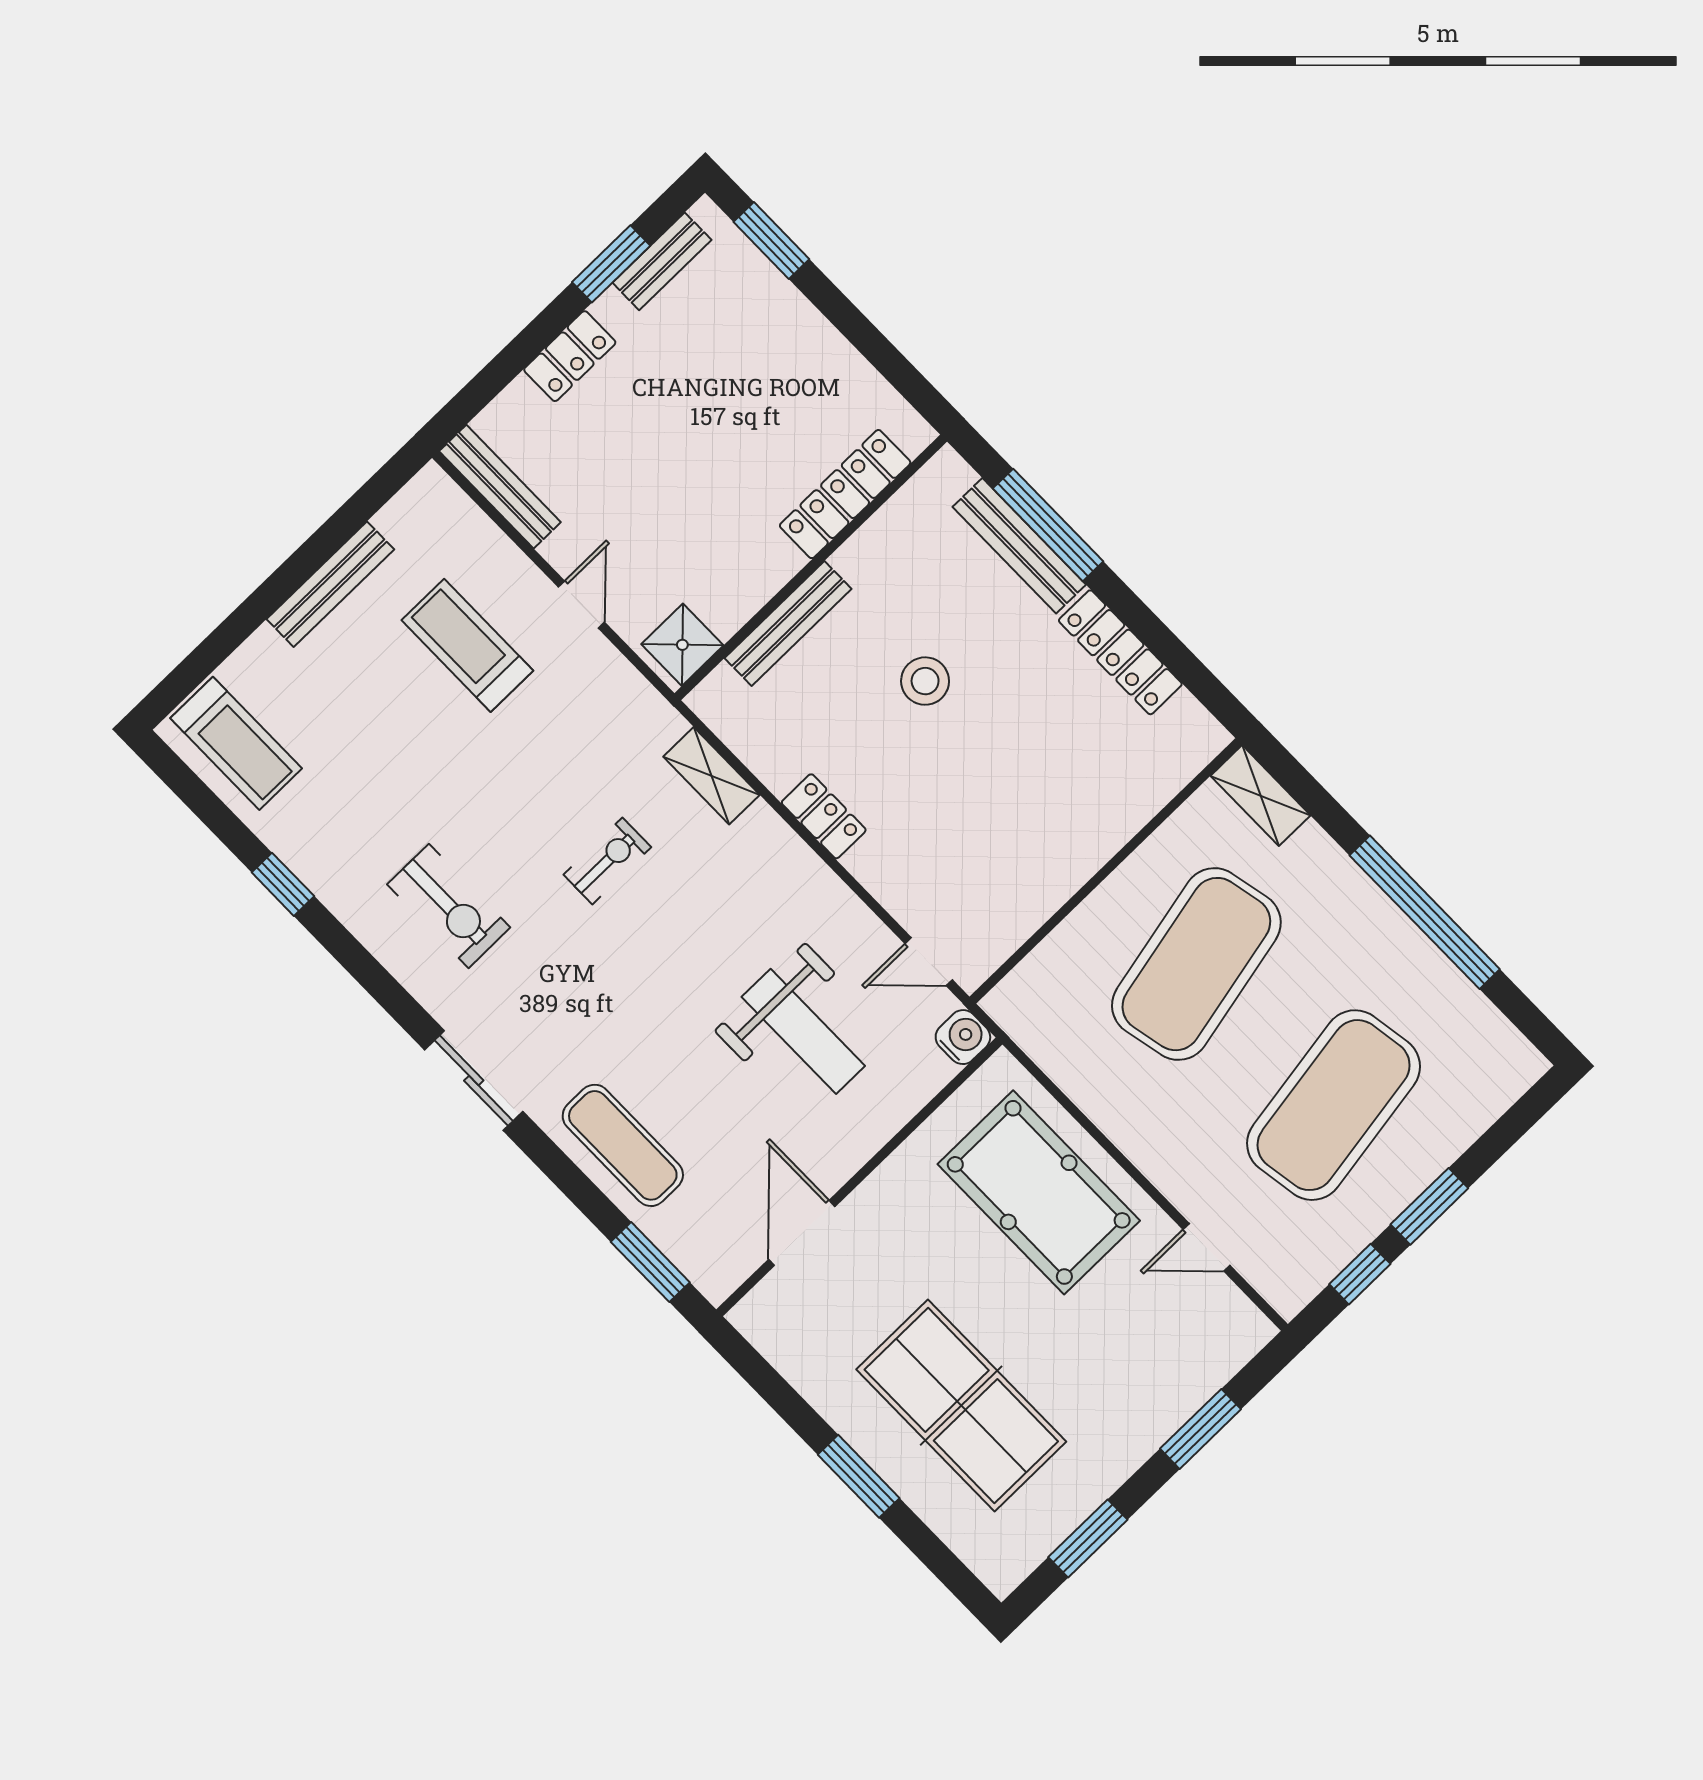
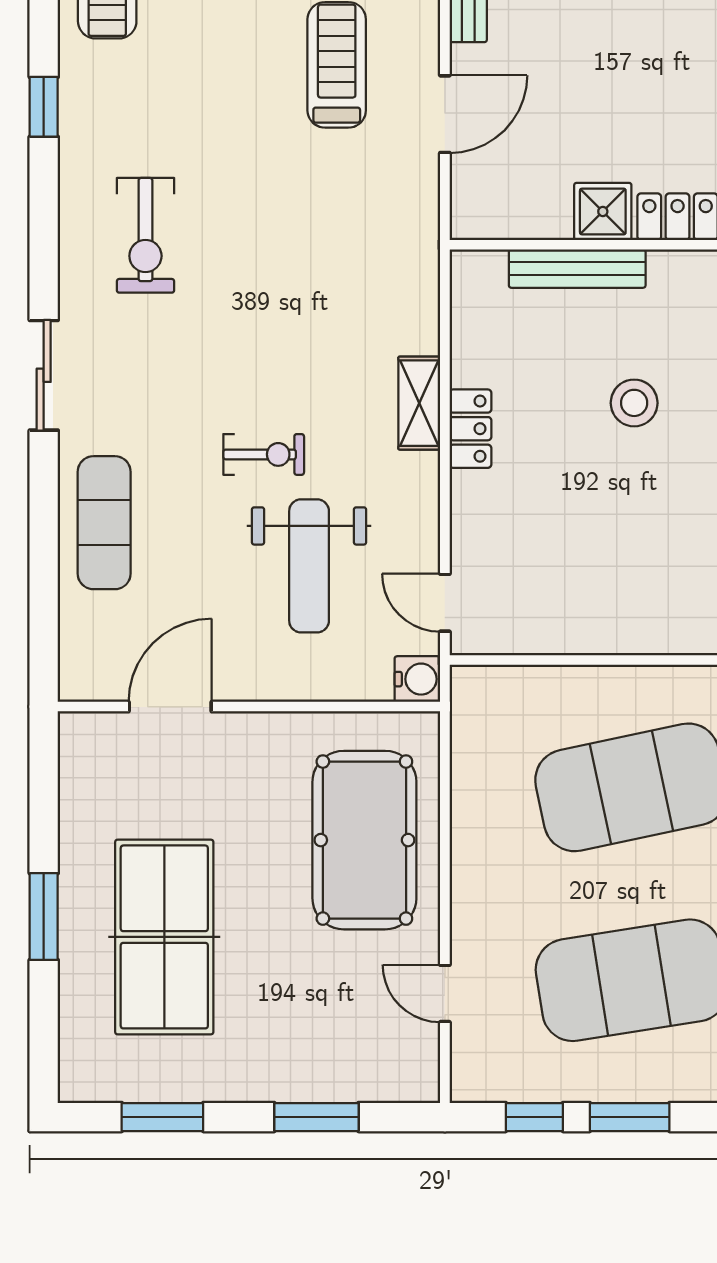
door: (581, 605) -> (445, 114), width x1.37
shower: (682, 645) -> (603, 211), moved
shelving: (711, 776) -> (419, 403), moved
exercise bike: (607, 861) -> (264, 454), moved
window: (650, 1262) -> (44, 624), removed

